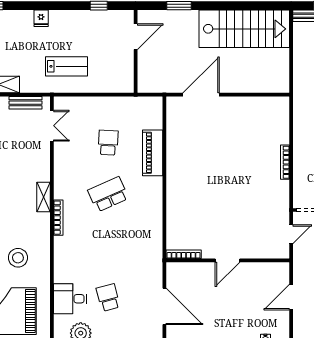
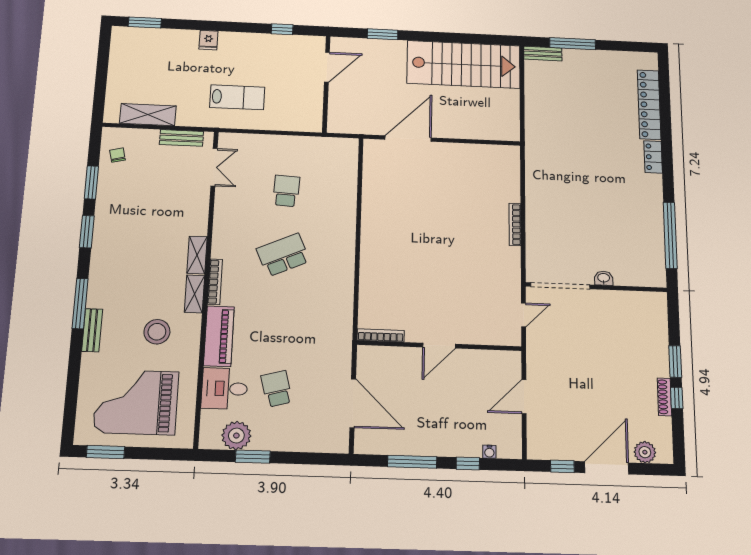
piano: (153, 153) -> (219, 336), moved, turned 180
shelving: (44, 228) -> (195, 294), added

